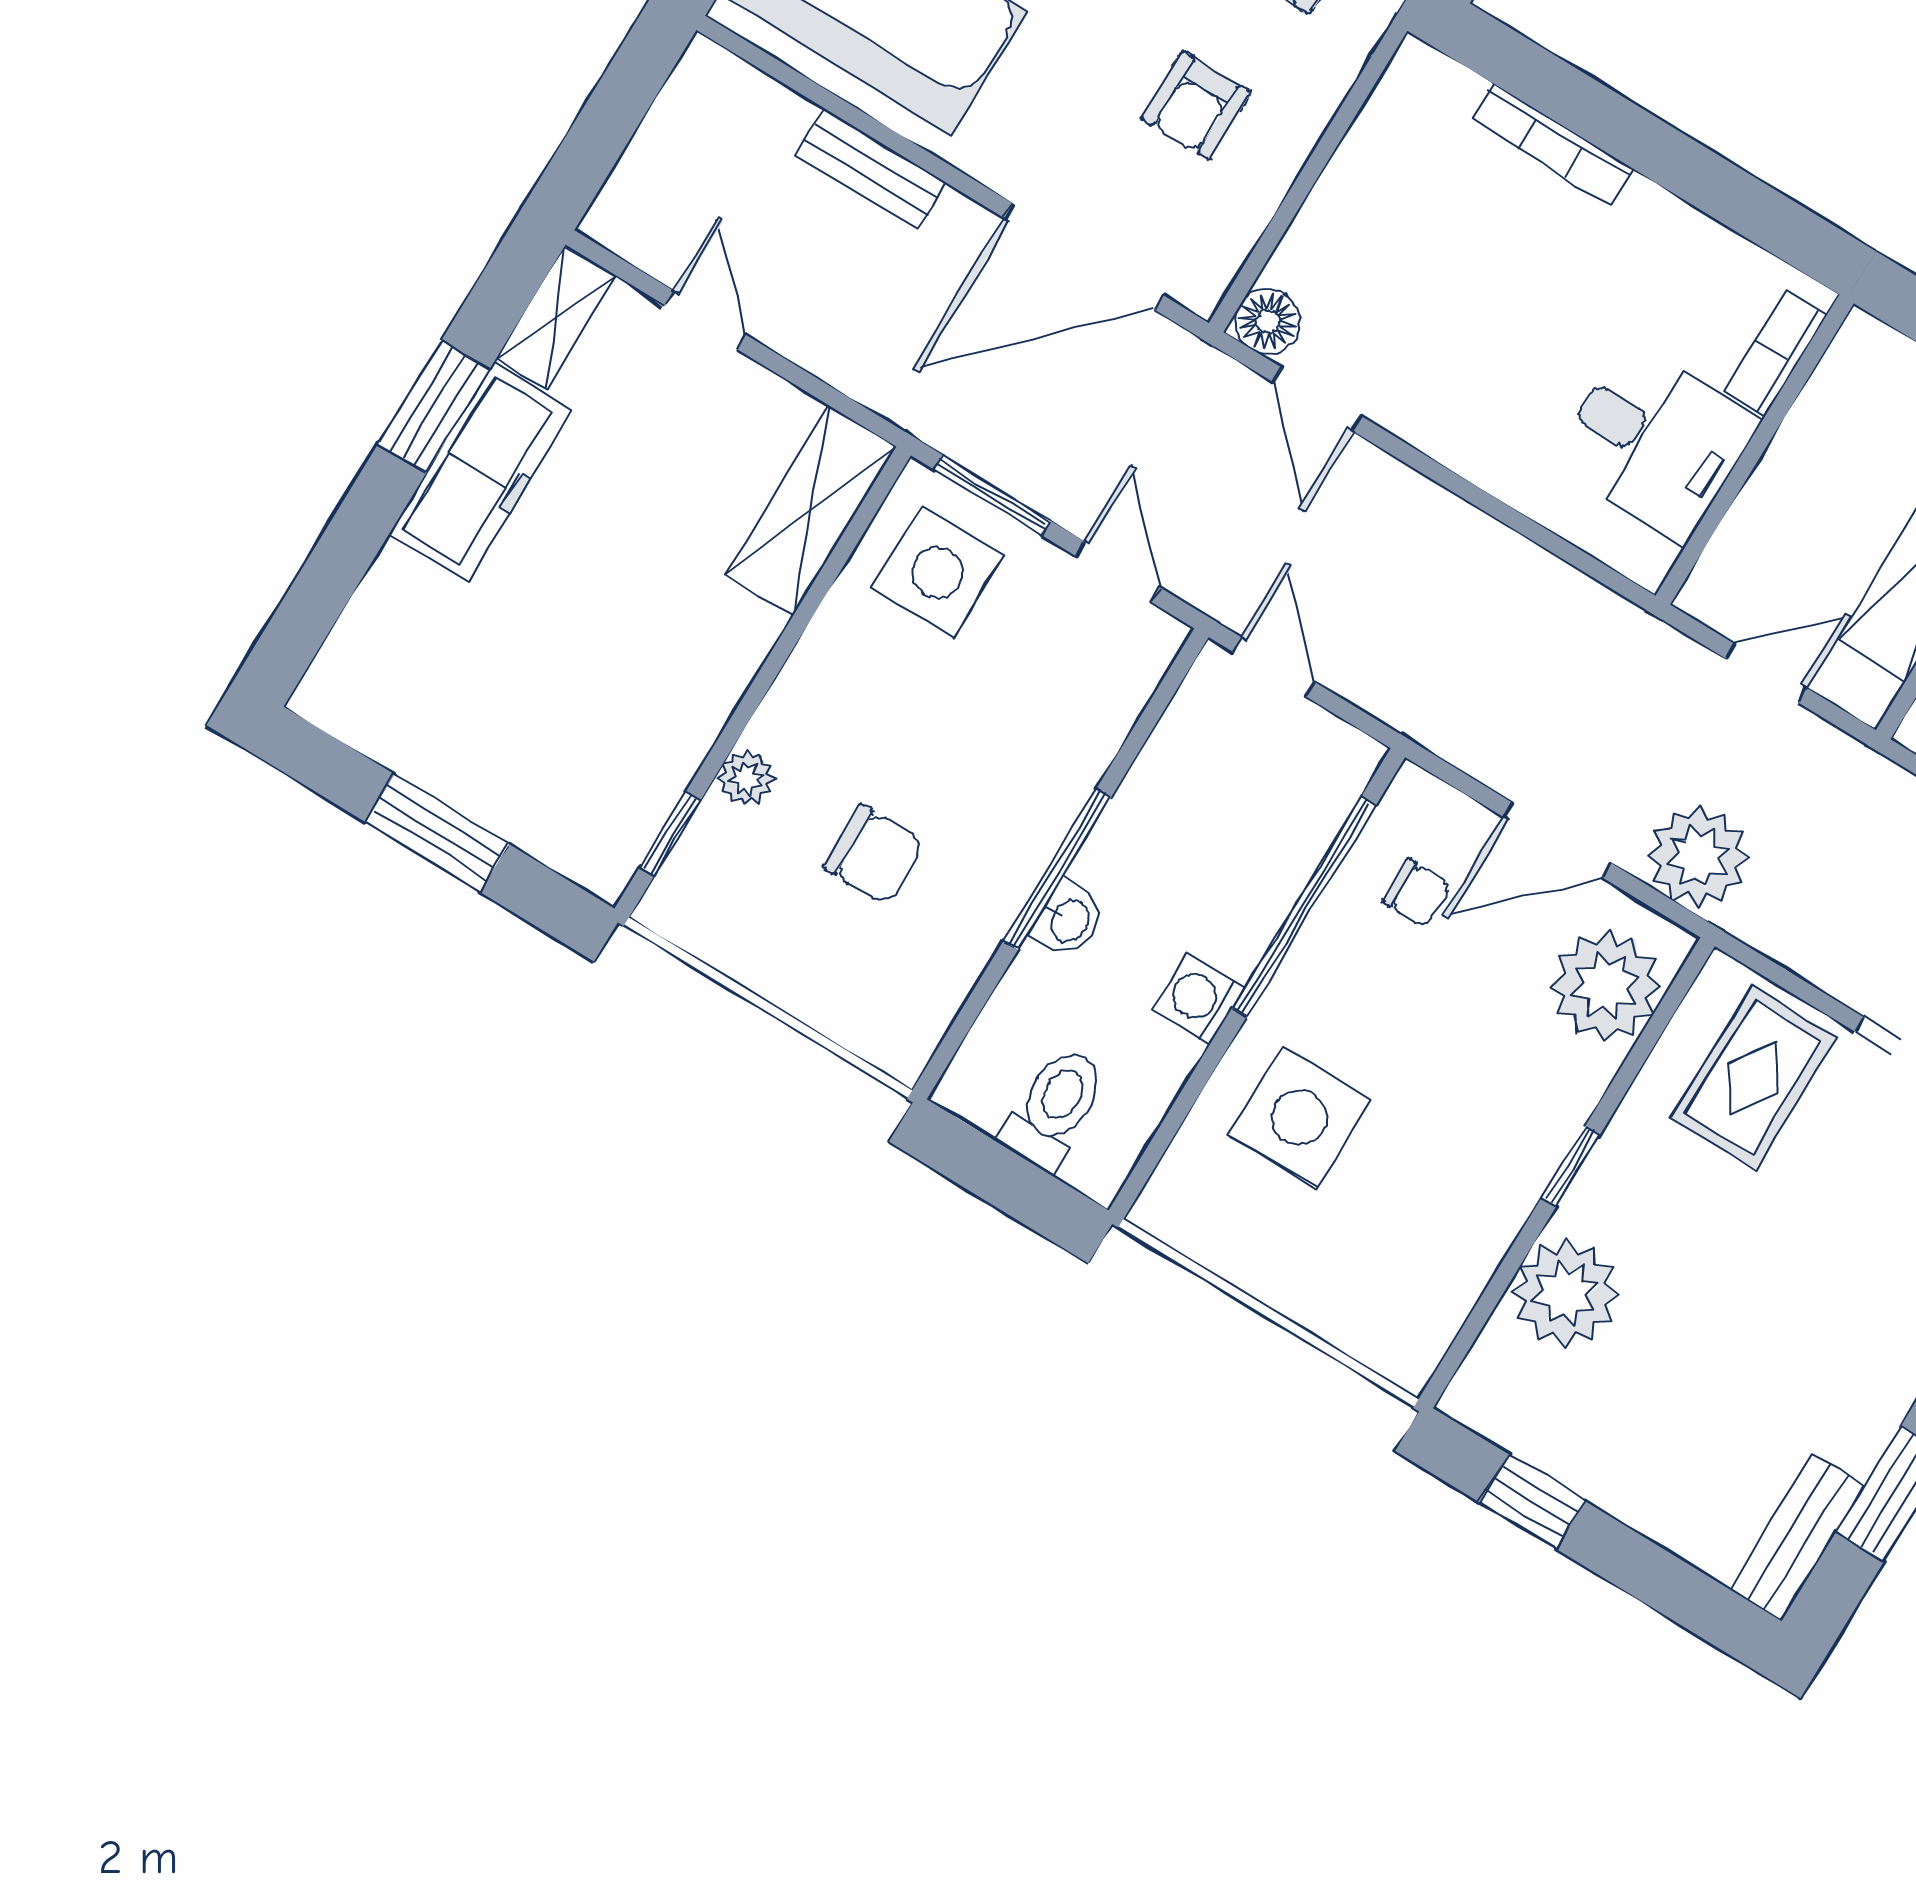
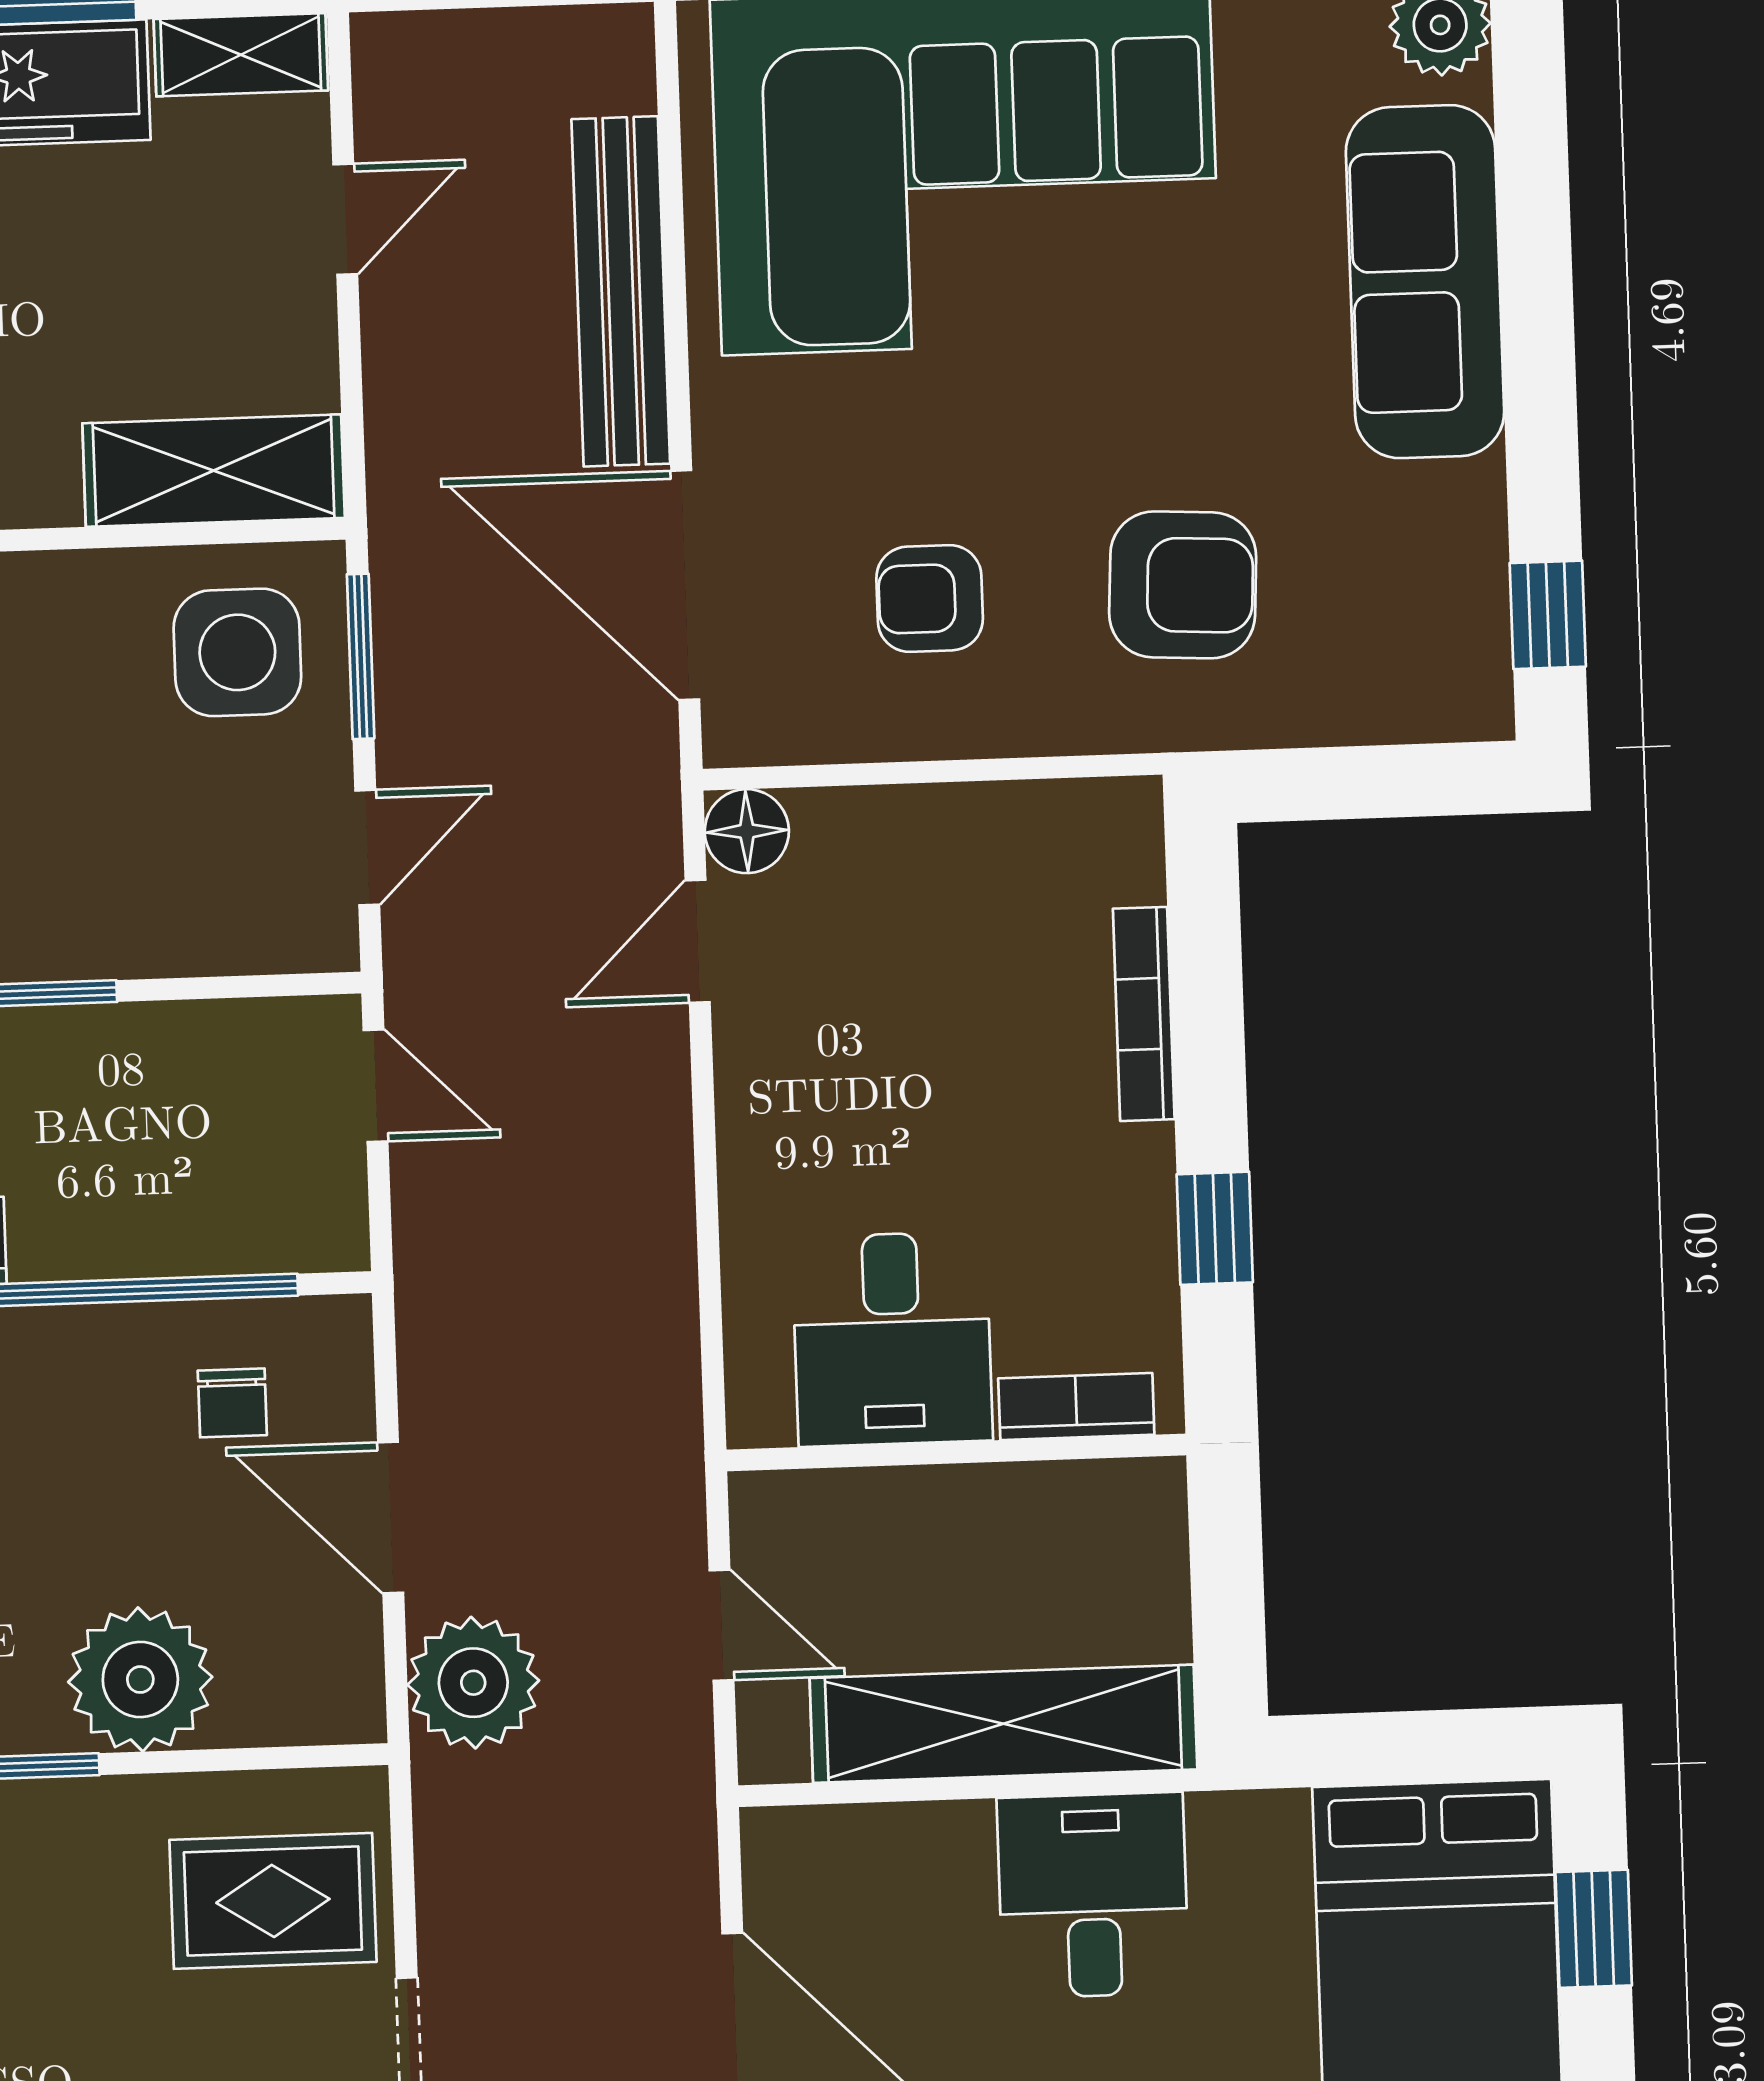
bench: (871, 169) -> (621, 291), width x1.86, depth x1.21
window: (1720, 189) -> (1215, 1228), added
door: (1274, 667) -> (376, 1086), hinge flipped
plant: (1606, 986) -> (140, 1680), moved

